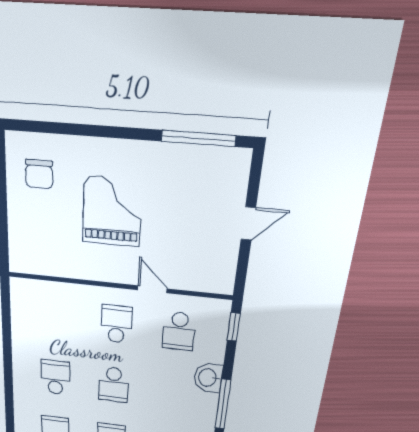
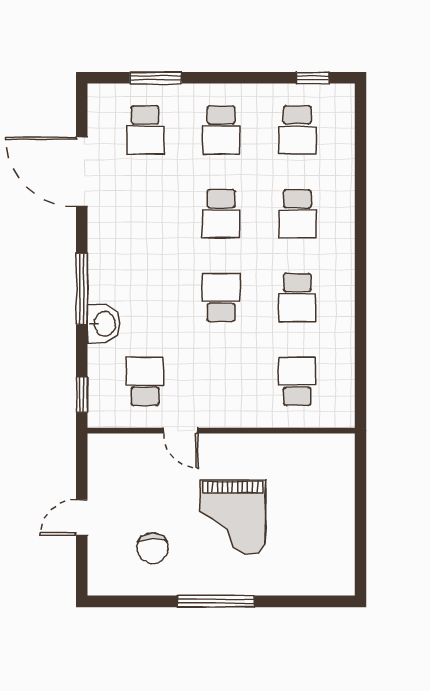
window: (198, 138) -> (216, 601), moved
chair: (39, 174) -> (153, 548), moved, turned 180
school desk: (116, 324) -> (297, 381), moved, turned 180

